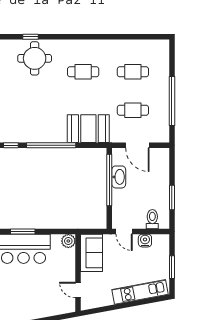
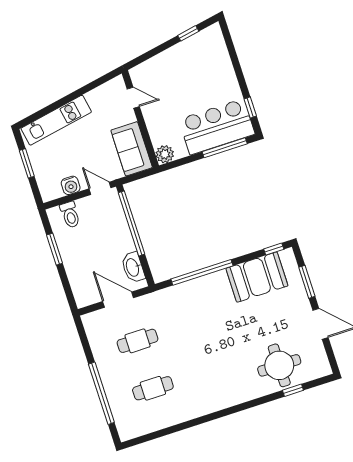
cafe table: (83, 72) -> (214, 368), removed
window: (172, 101) -> (101, 393), moved
booth: (88, 129) -> (257, 277), moved
window: (51, 145) -> (202, 272), moved
washbasin: (119, 177) -> (133, 267), moved
window: (109, 180) -> (132, 223), moved
window: (23, 231) -> (225, 148), width x1.44

